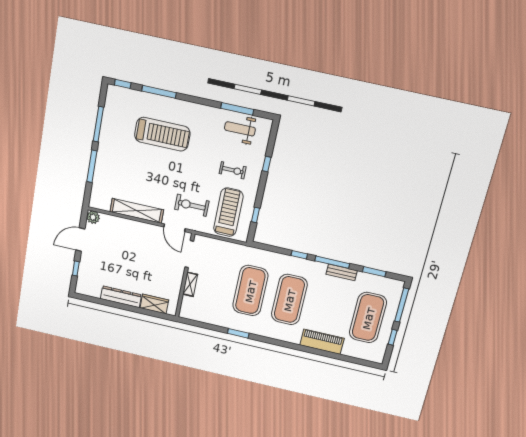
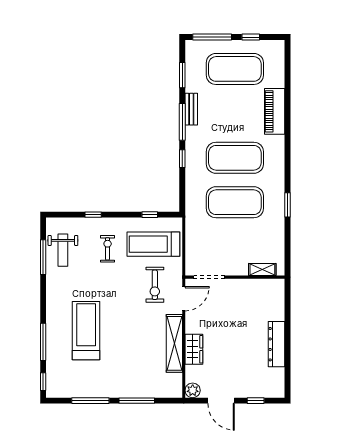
shelving: (190, 284) -> (262, 270), moved
wardrobe: (154, 304) -> (194, 349), moved, turned 180

